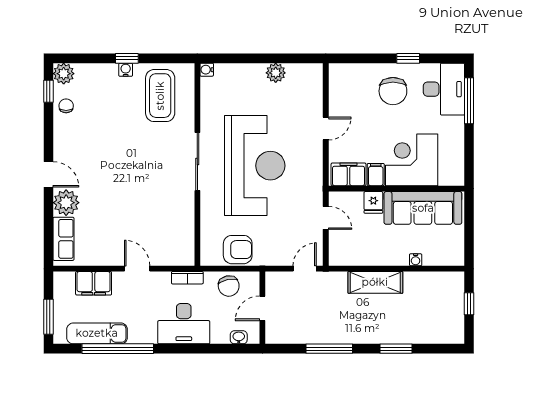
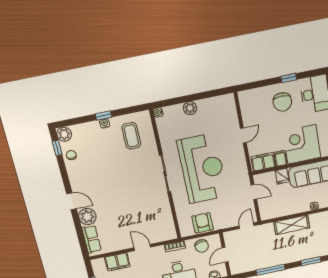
plant: (276, 73) -> (190, 108), moved
coffee table: (160, 96) -> (131, 136), width x0.73, depth x0.76
armchair: (238, 250) -> (203, 223), turned -90

